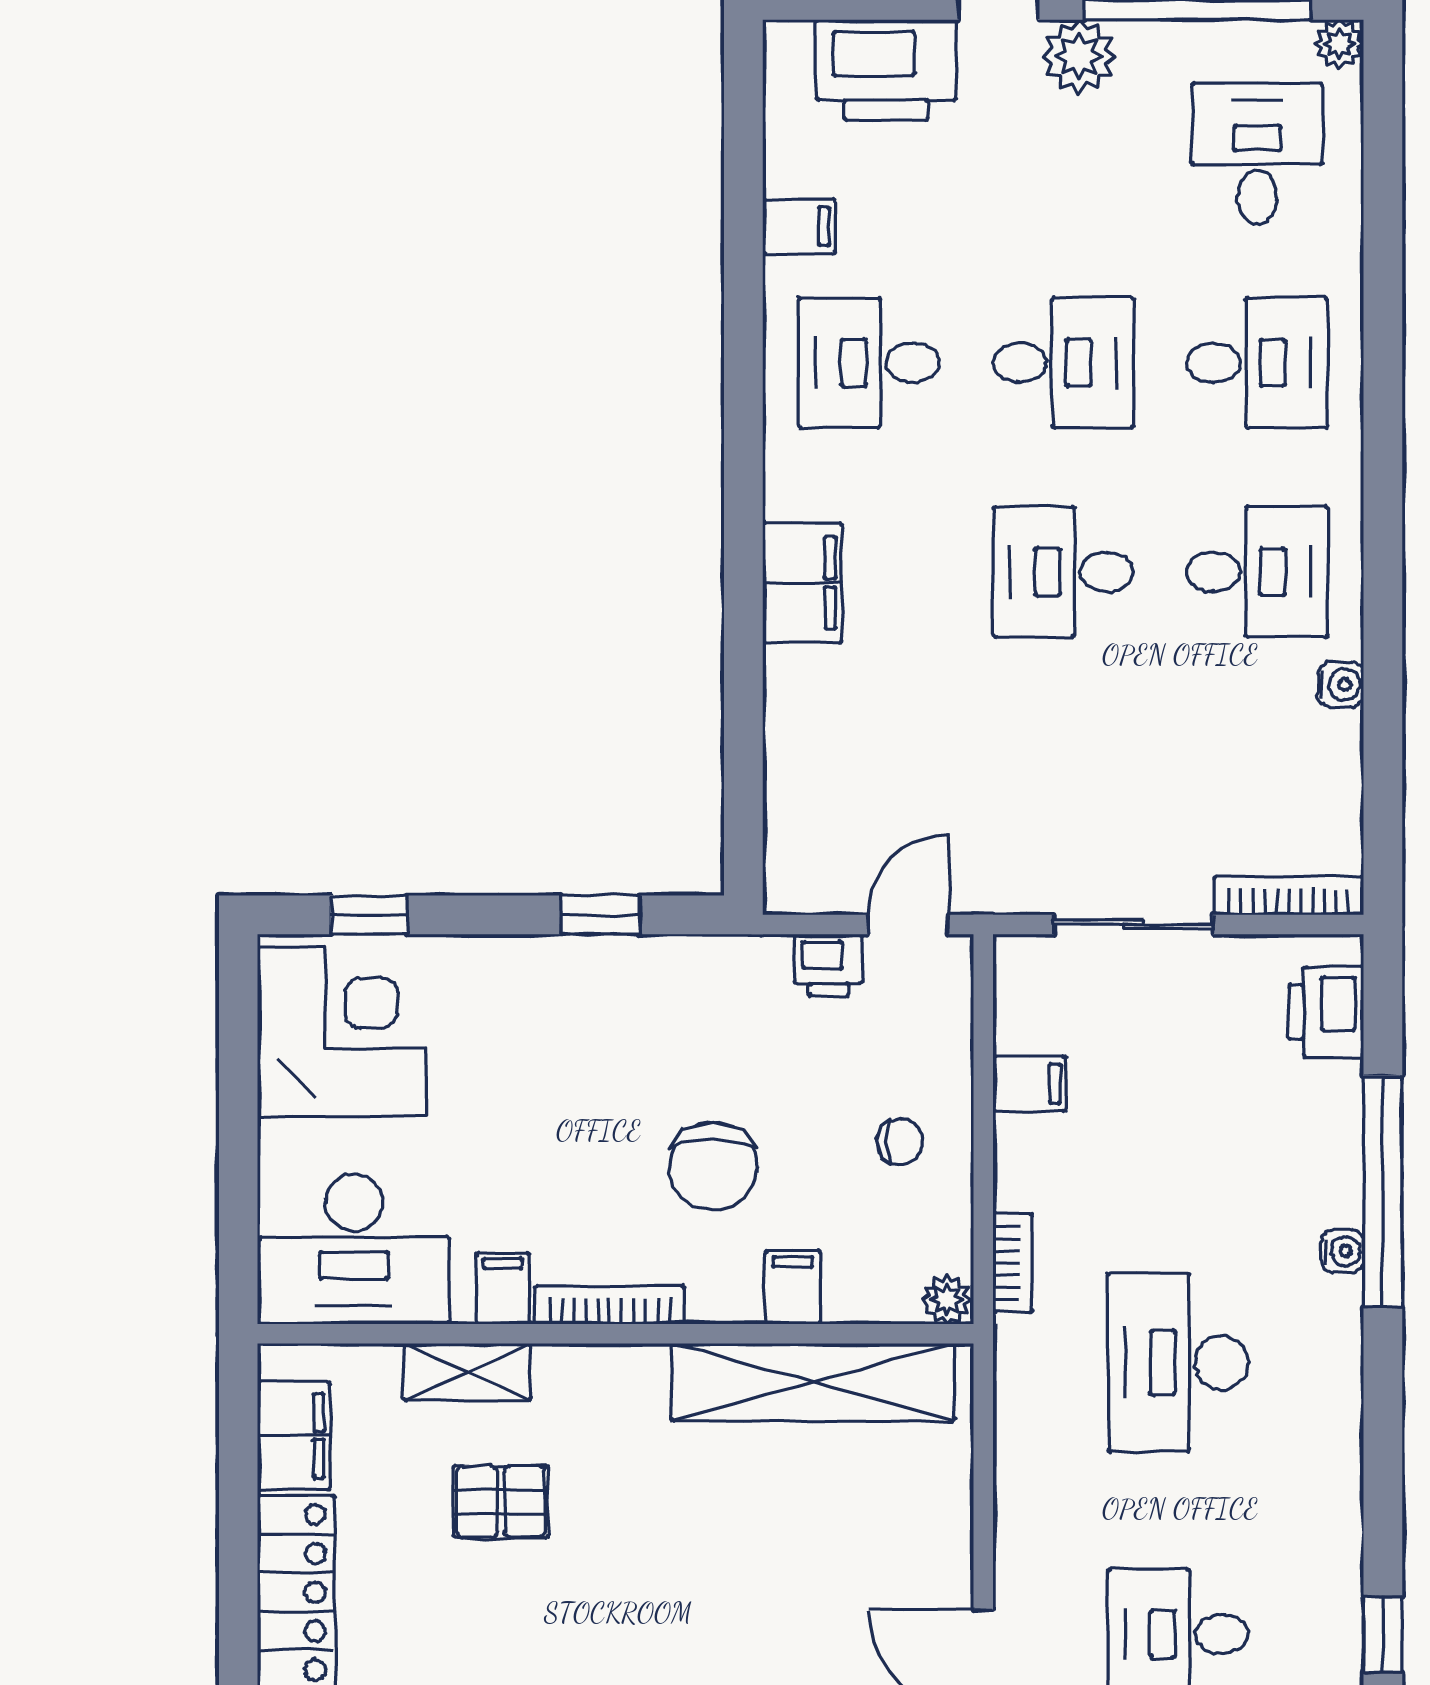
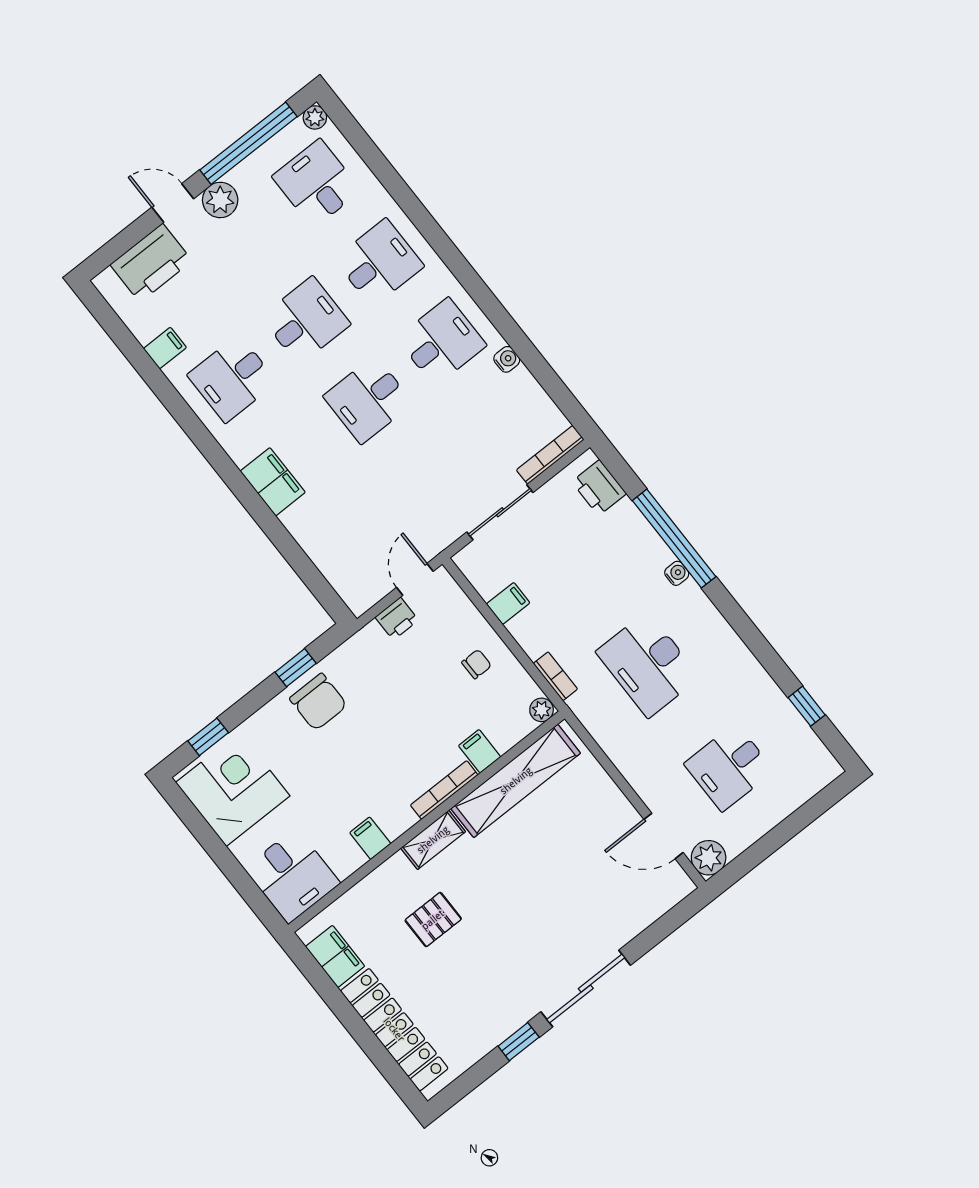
chair: (713, 1166) -> (318, 702), moved
desk: (354, 1249) -> (292, 876), width x0.73
bookcase: (610, 1305) -> (444, 790), moved
shelving: (467, 1372) -> (433, 840), moved

